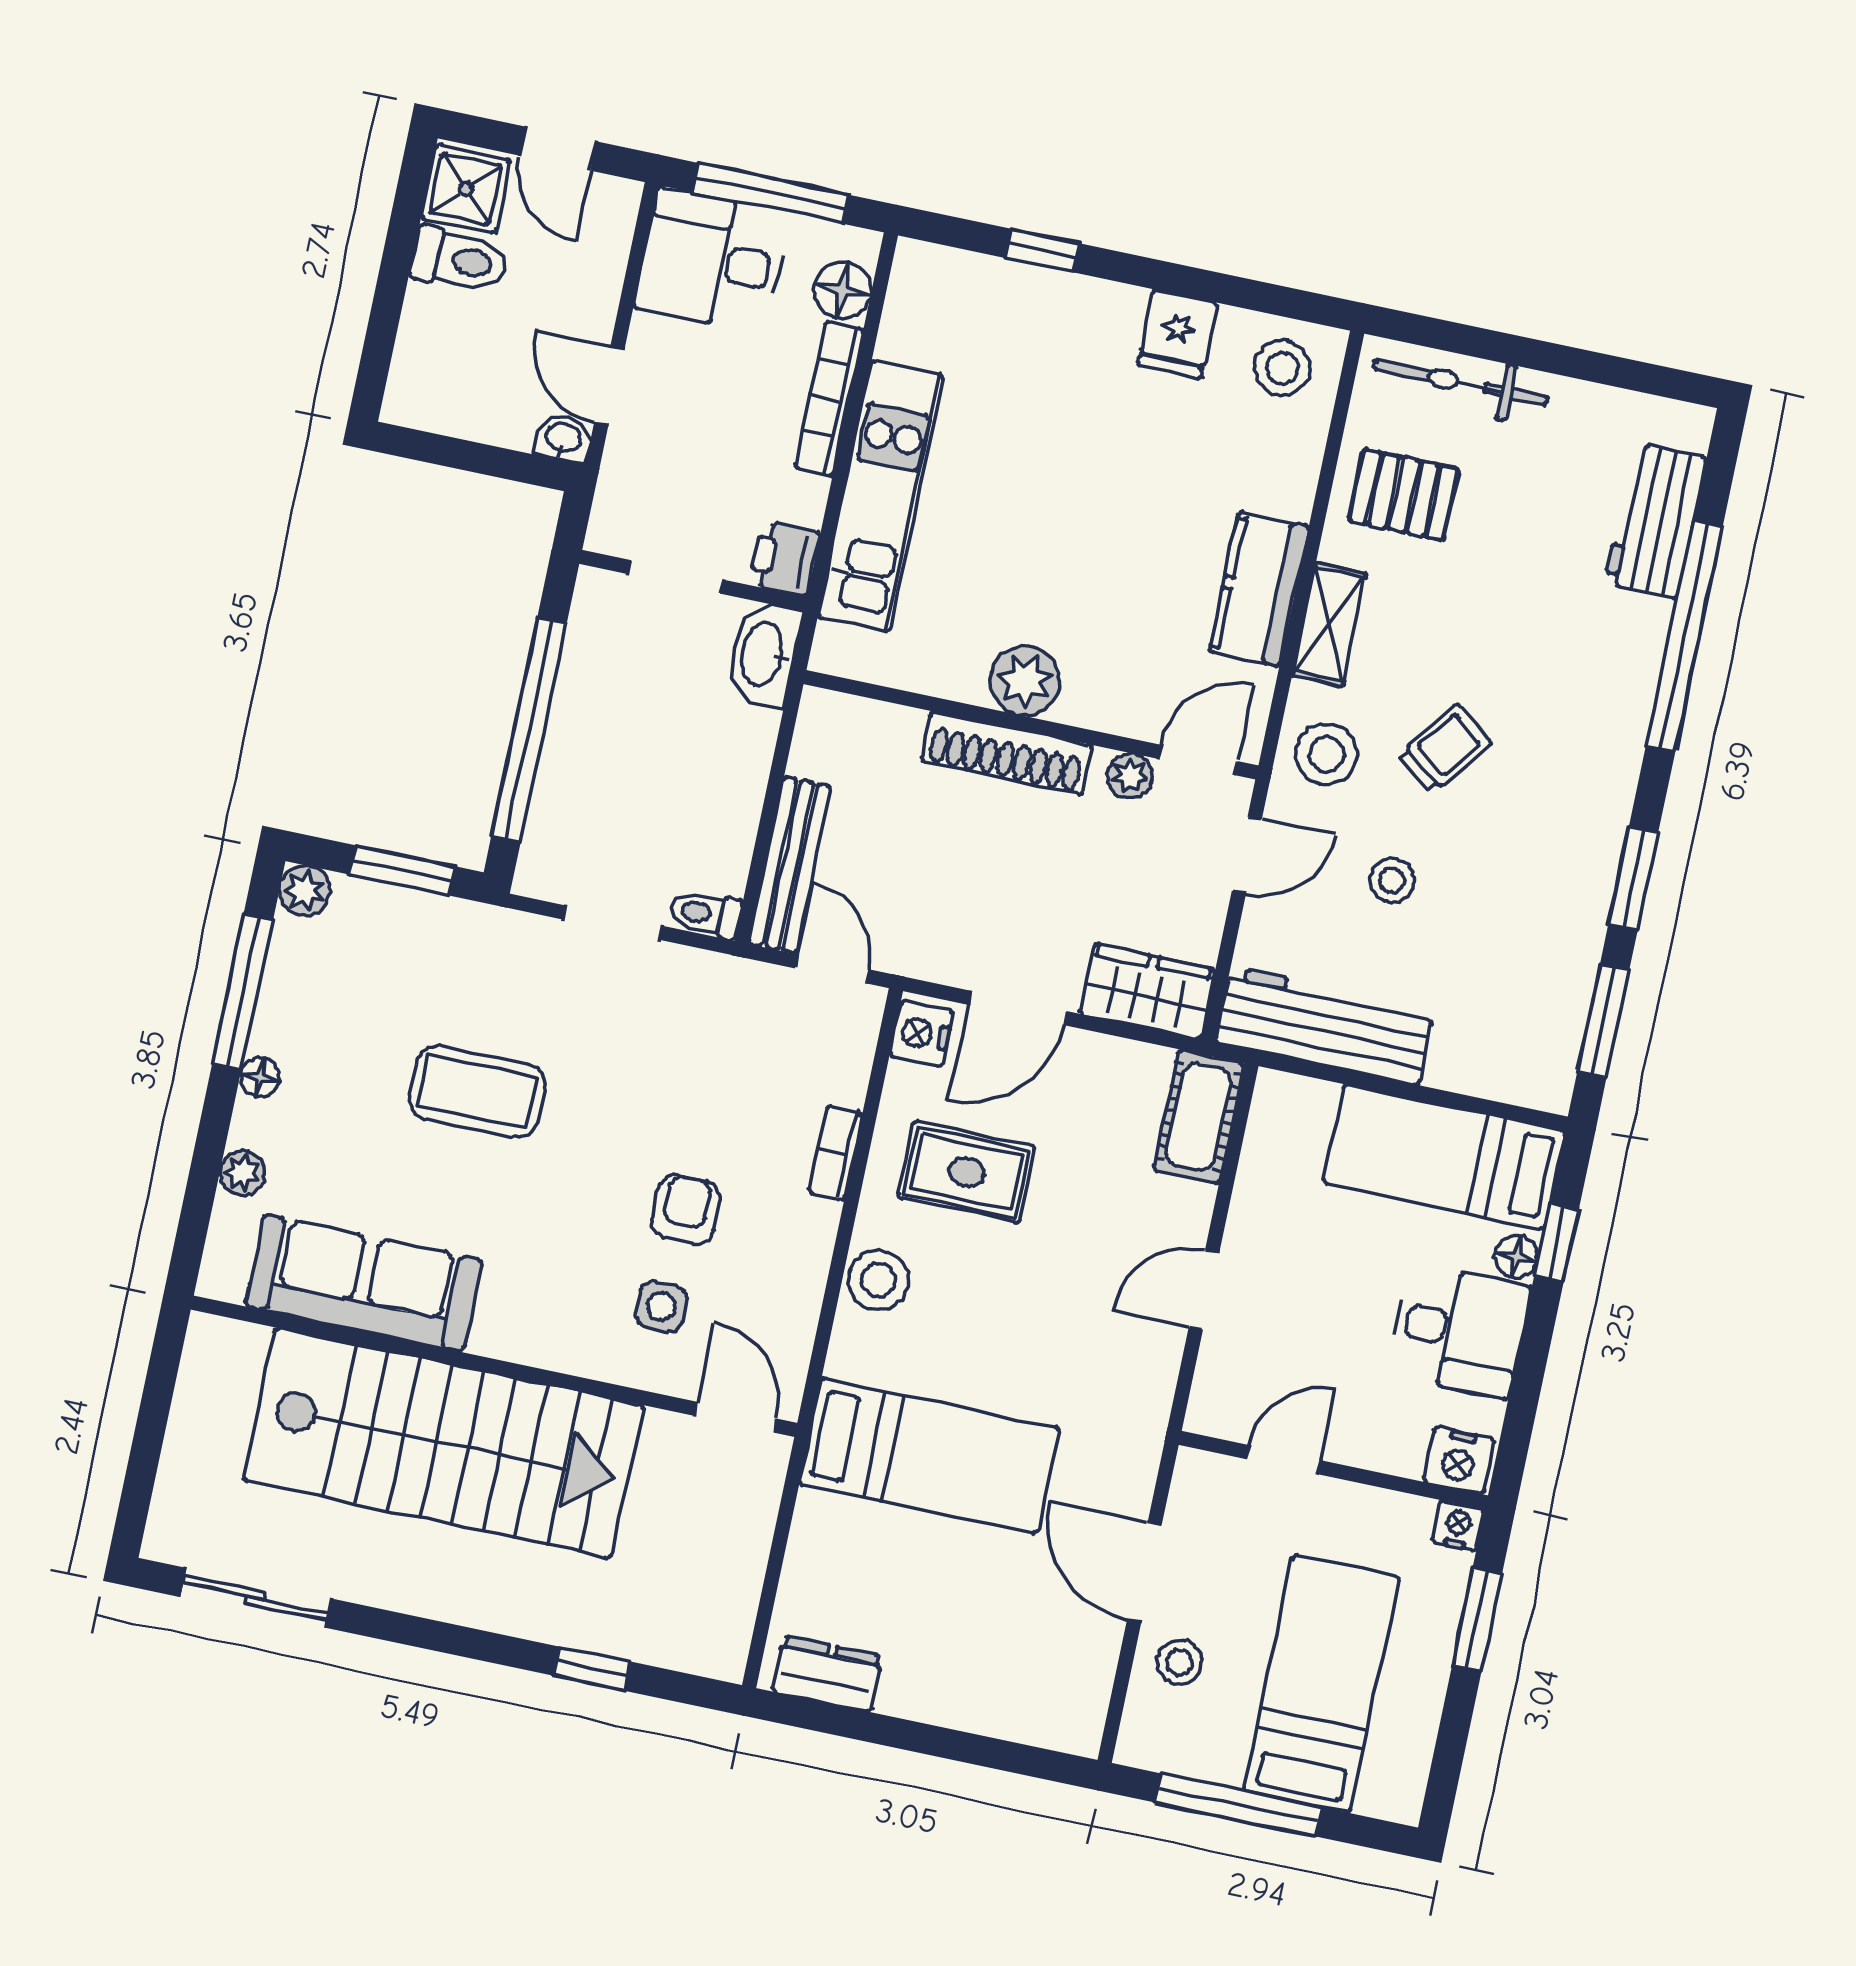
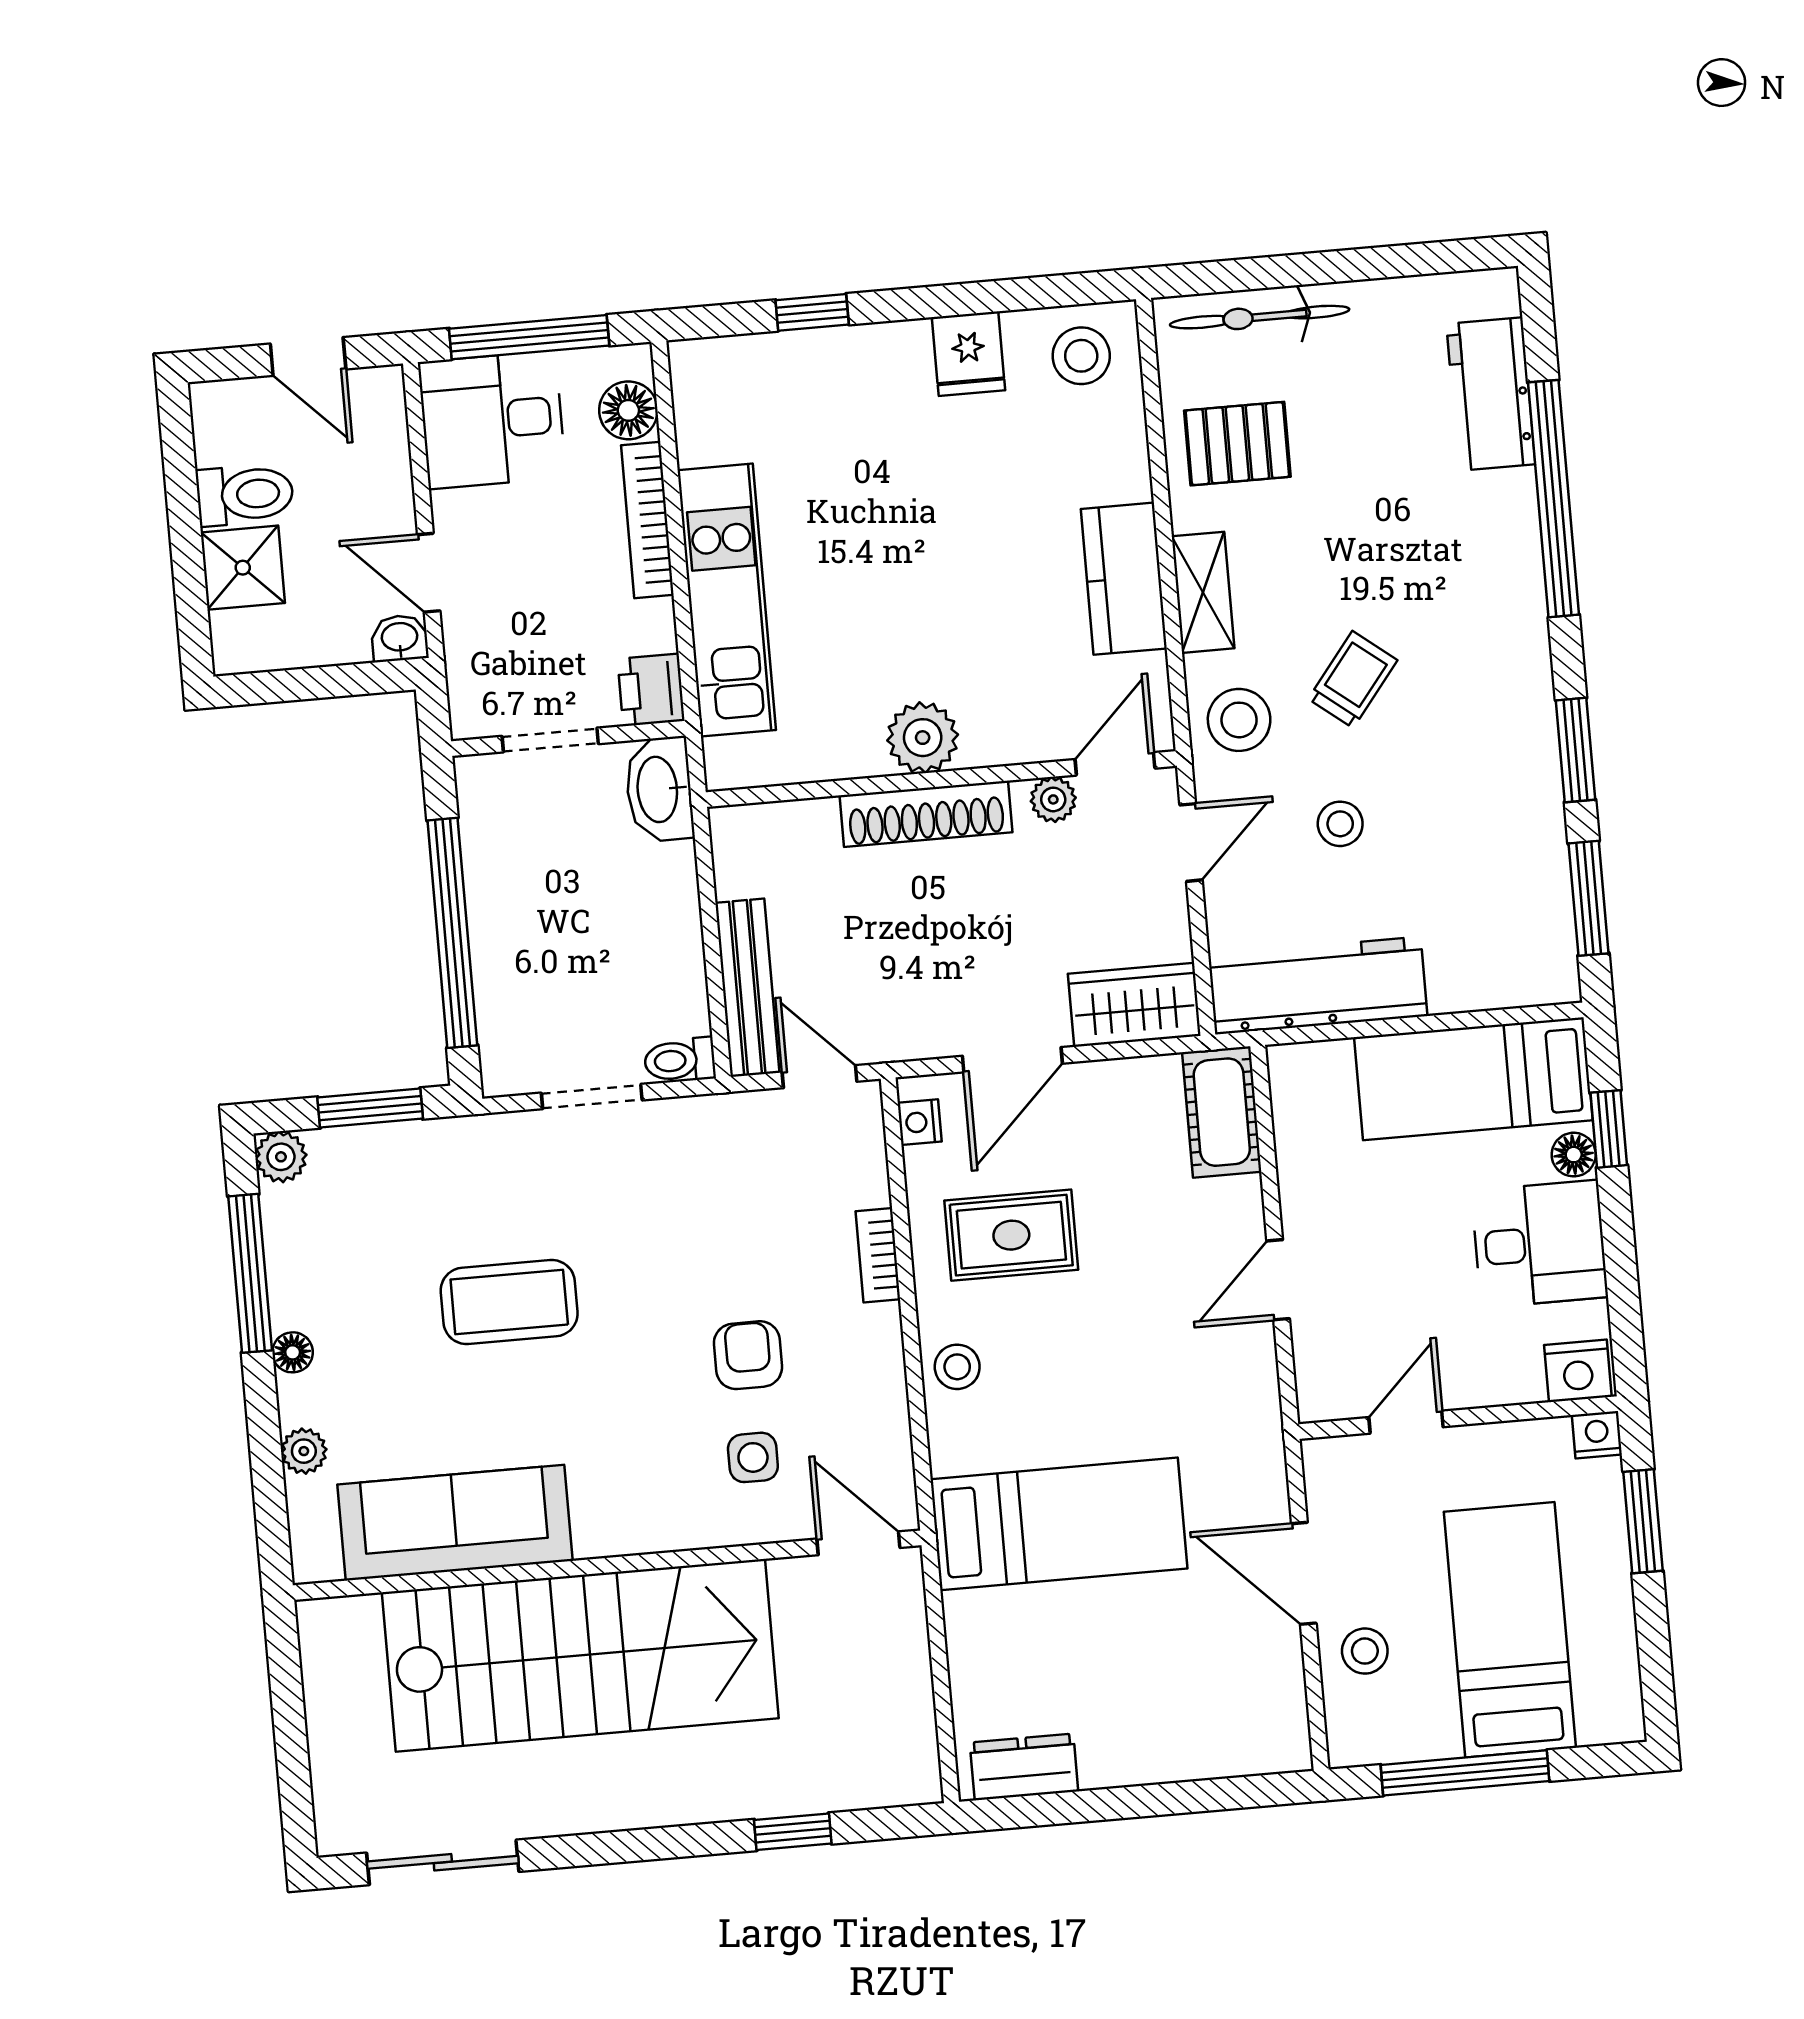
shower: (466, 189) -> (243, 568), moved
nightstand: (921, 1033) -> (920, 1122), width x0.72, depth x0.74
stool: (878, 1280) -> (957, 1367), width x0.73, depth x0.73

